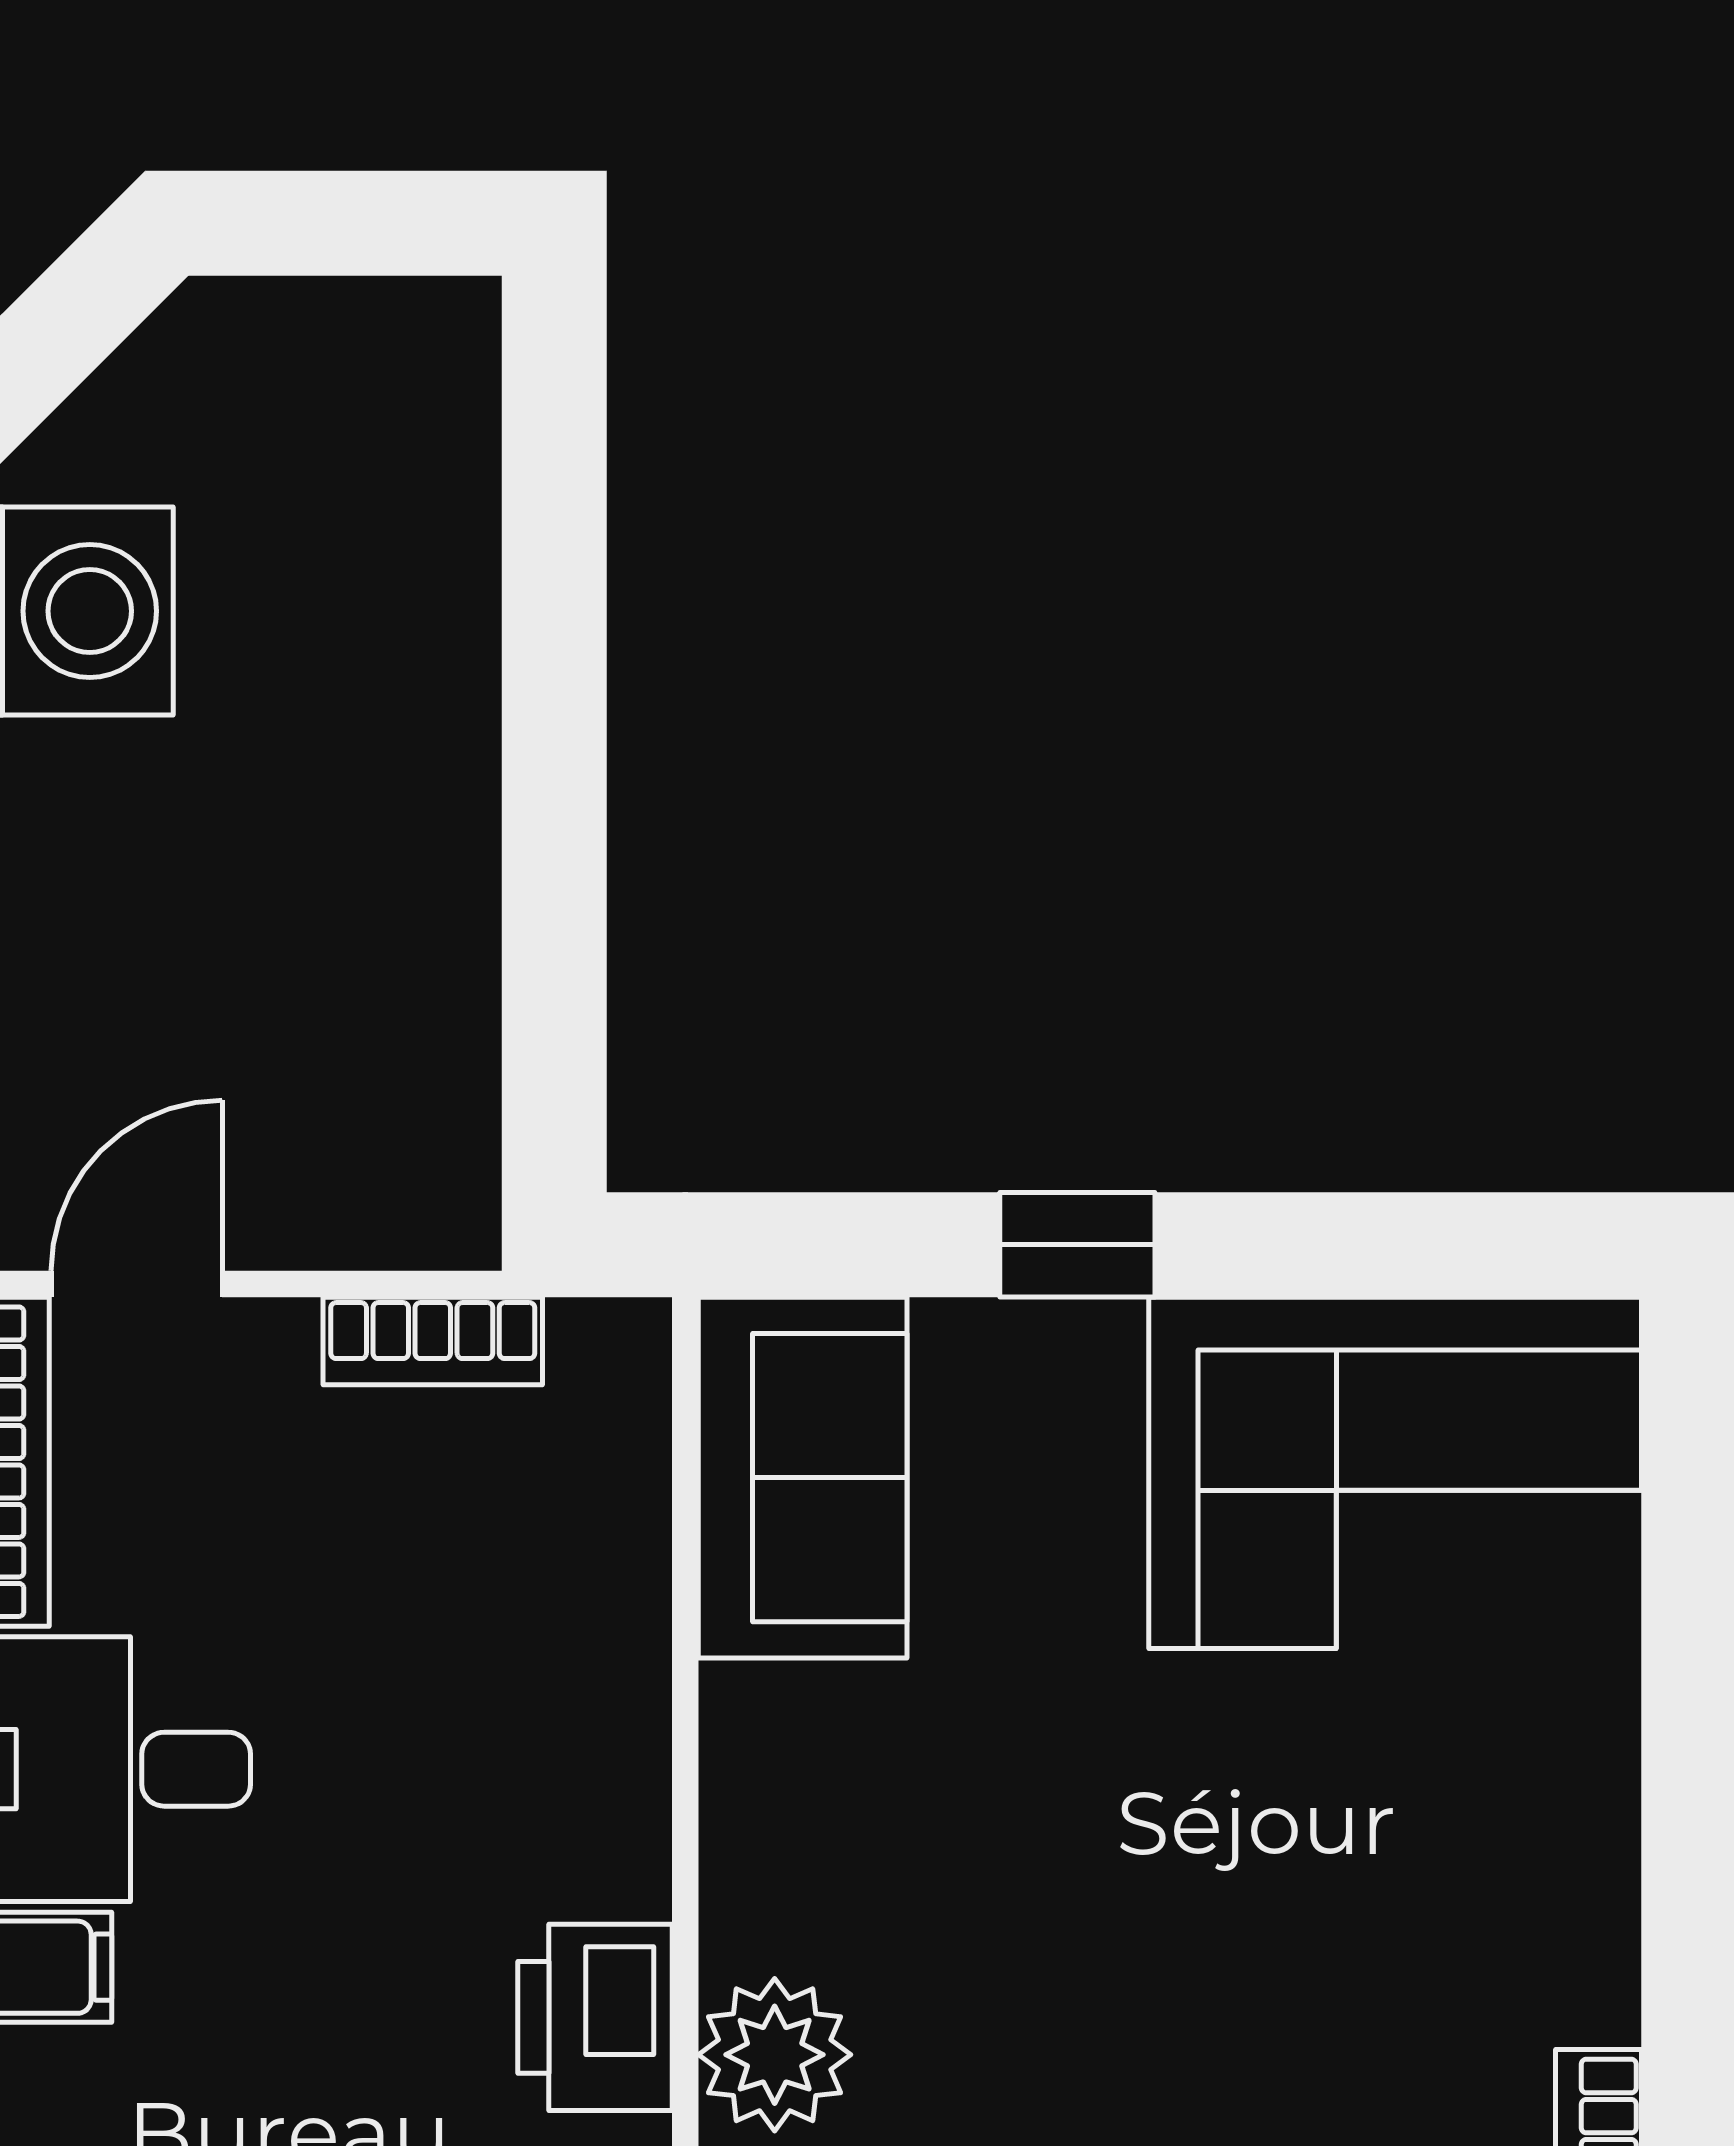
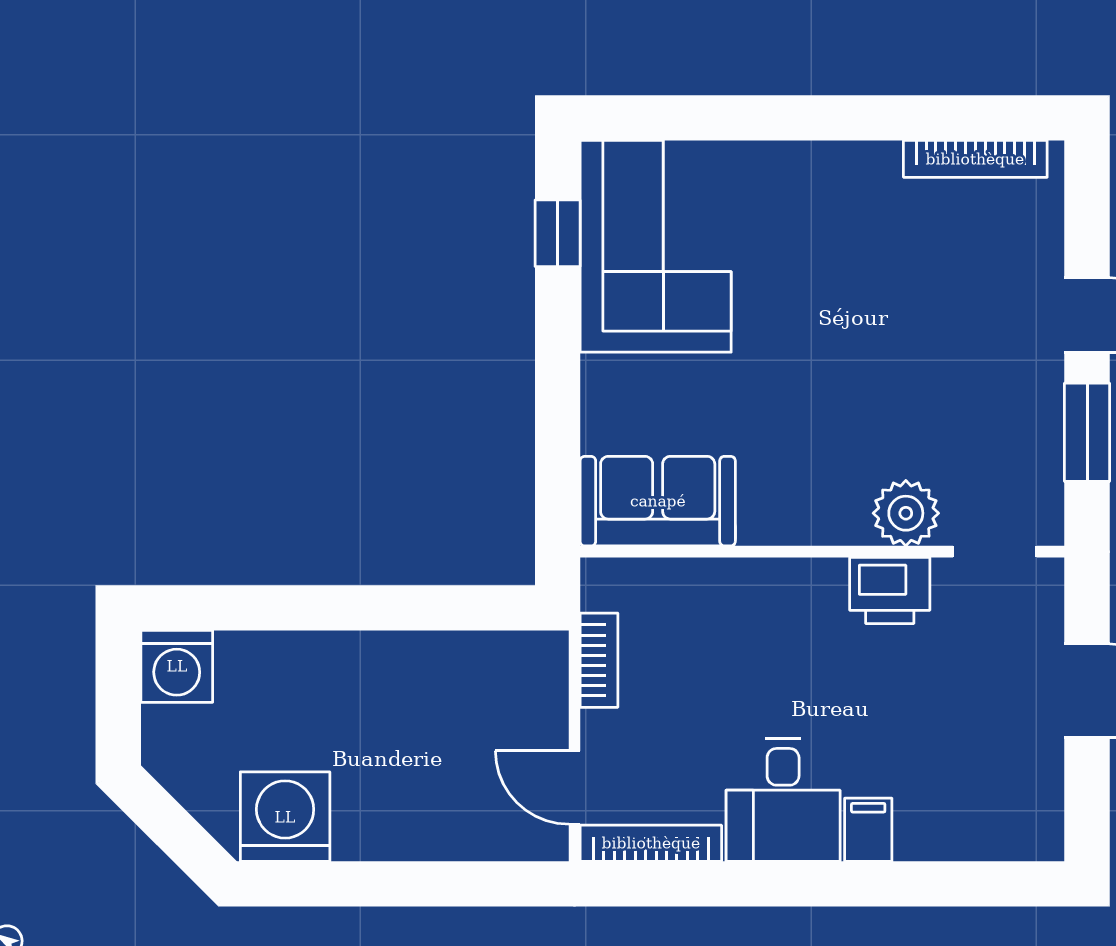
washing machine: (418, 359) -> (177, 666), added
window: (1077, 1245) -> (558, 233), moved

